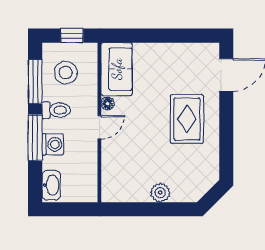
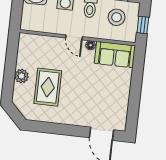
rug: (187, 119) -> (48, 87), moved, turned 90

